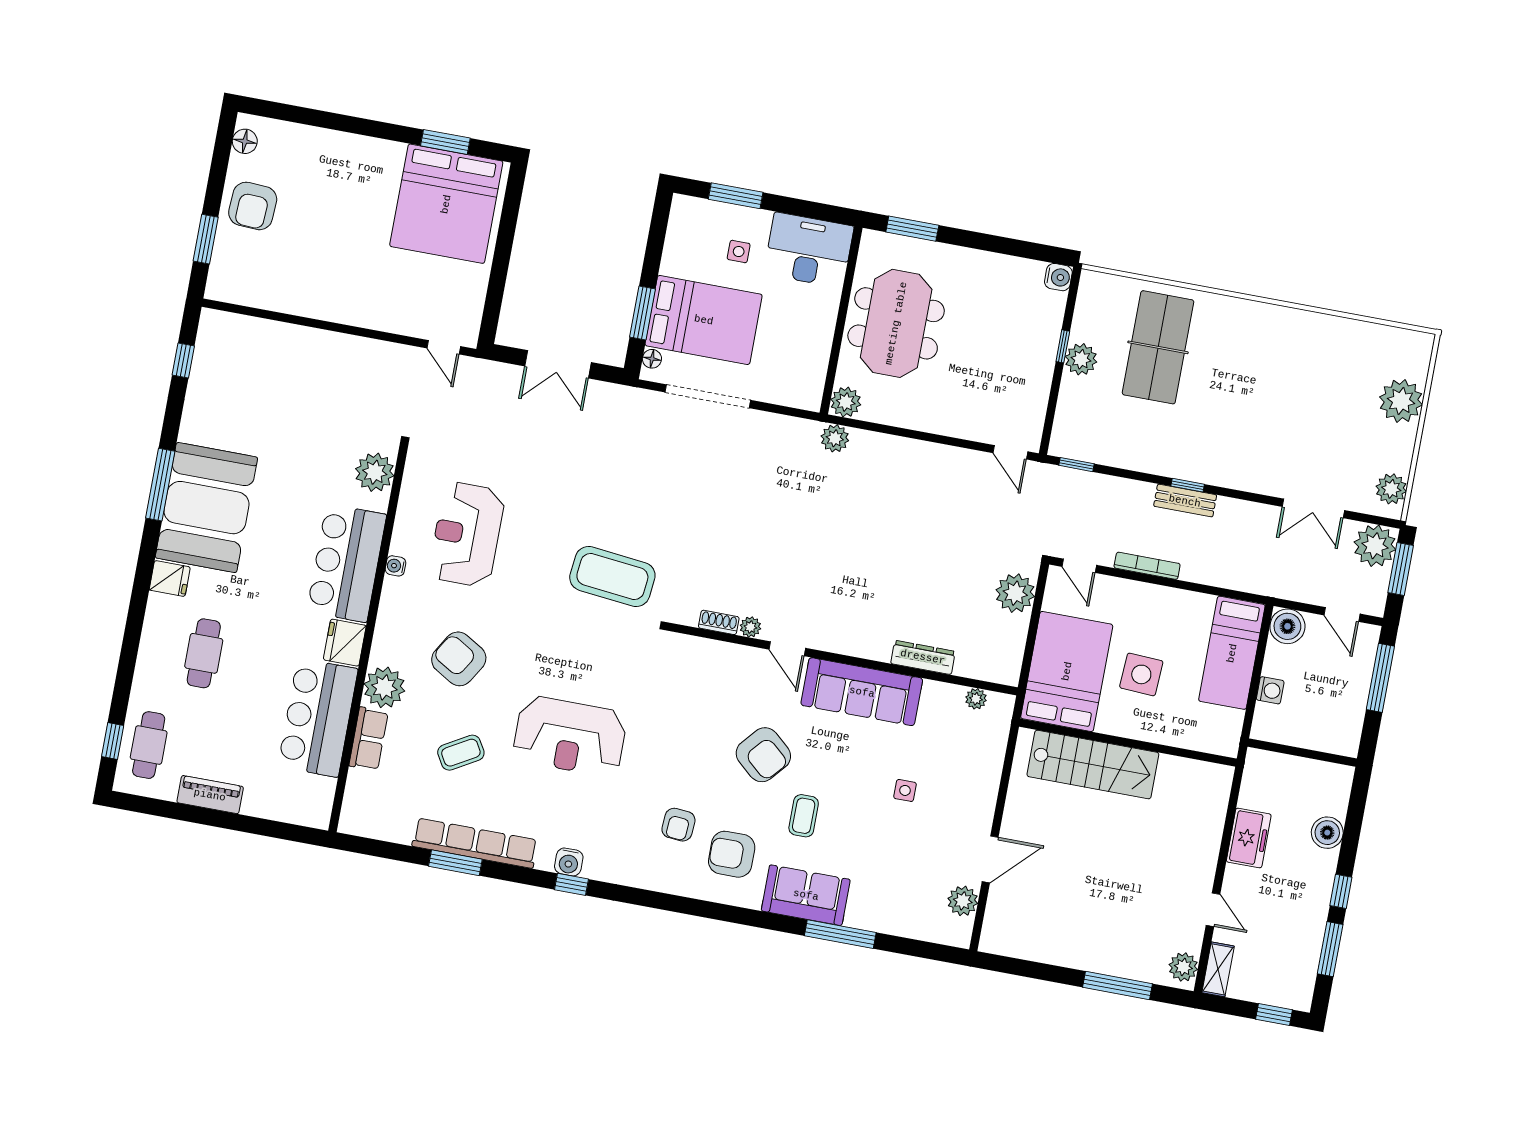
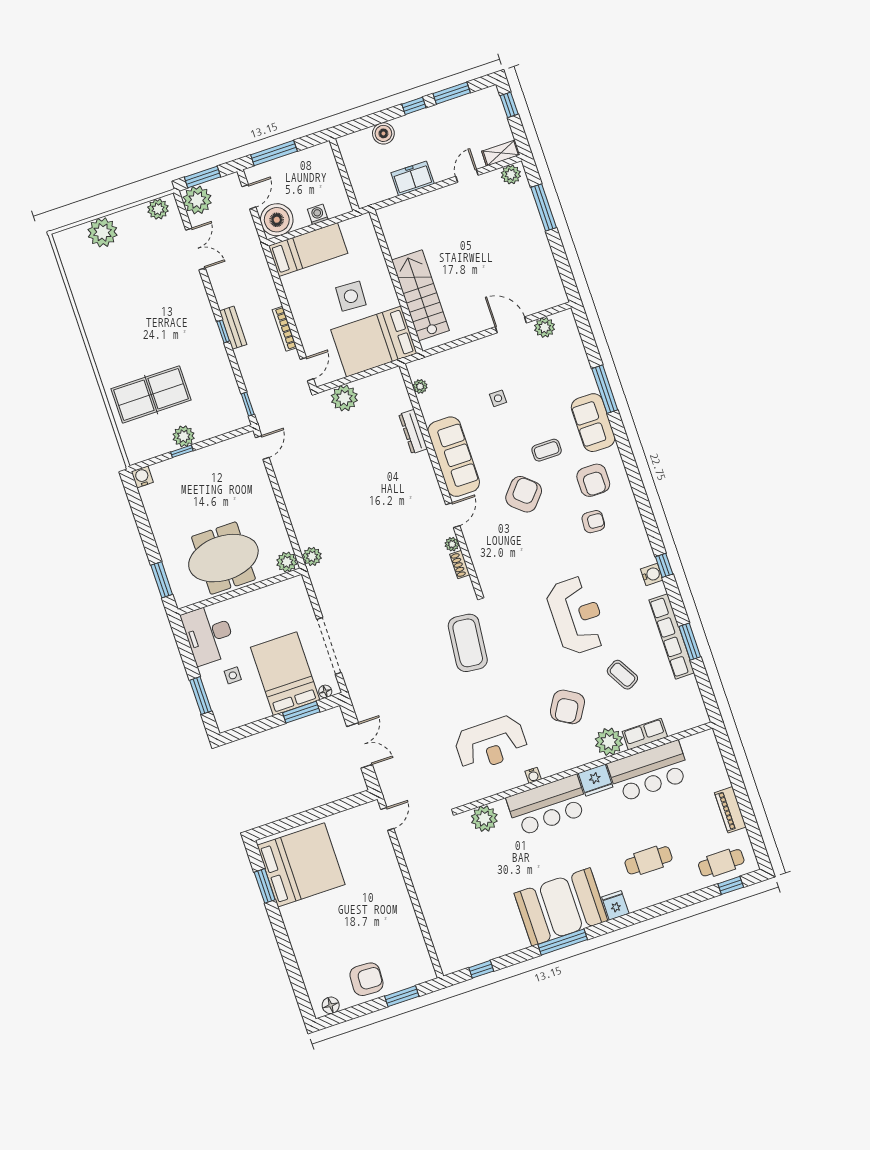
boiler: (1287, 626) -> (277, 220), width x1.37, depth x1.37

